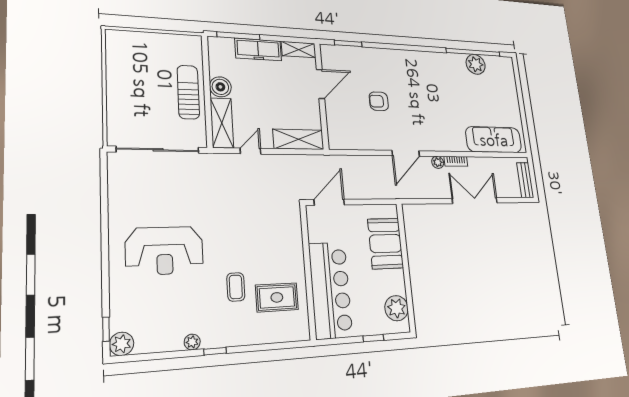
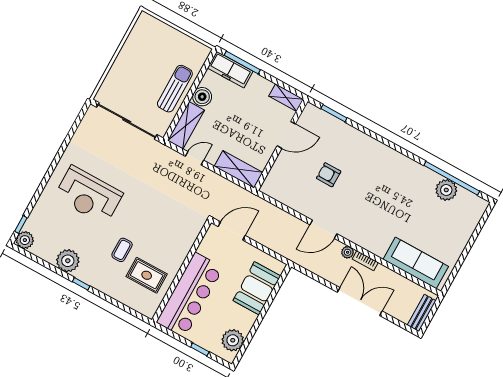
freezer: (258, 49) -> (230, 70), moved
plant: (192, 342) -> (68, 261), width x1.87, depth x1.87

